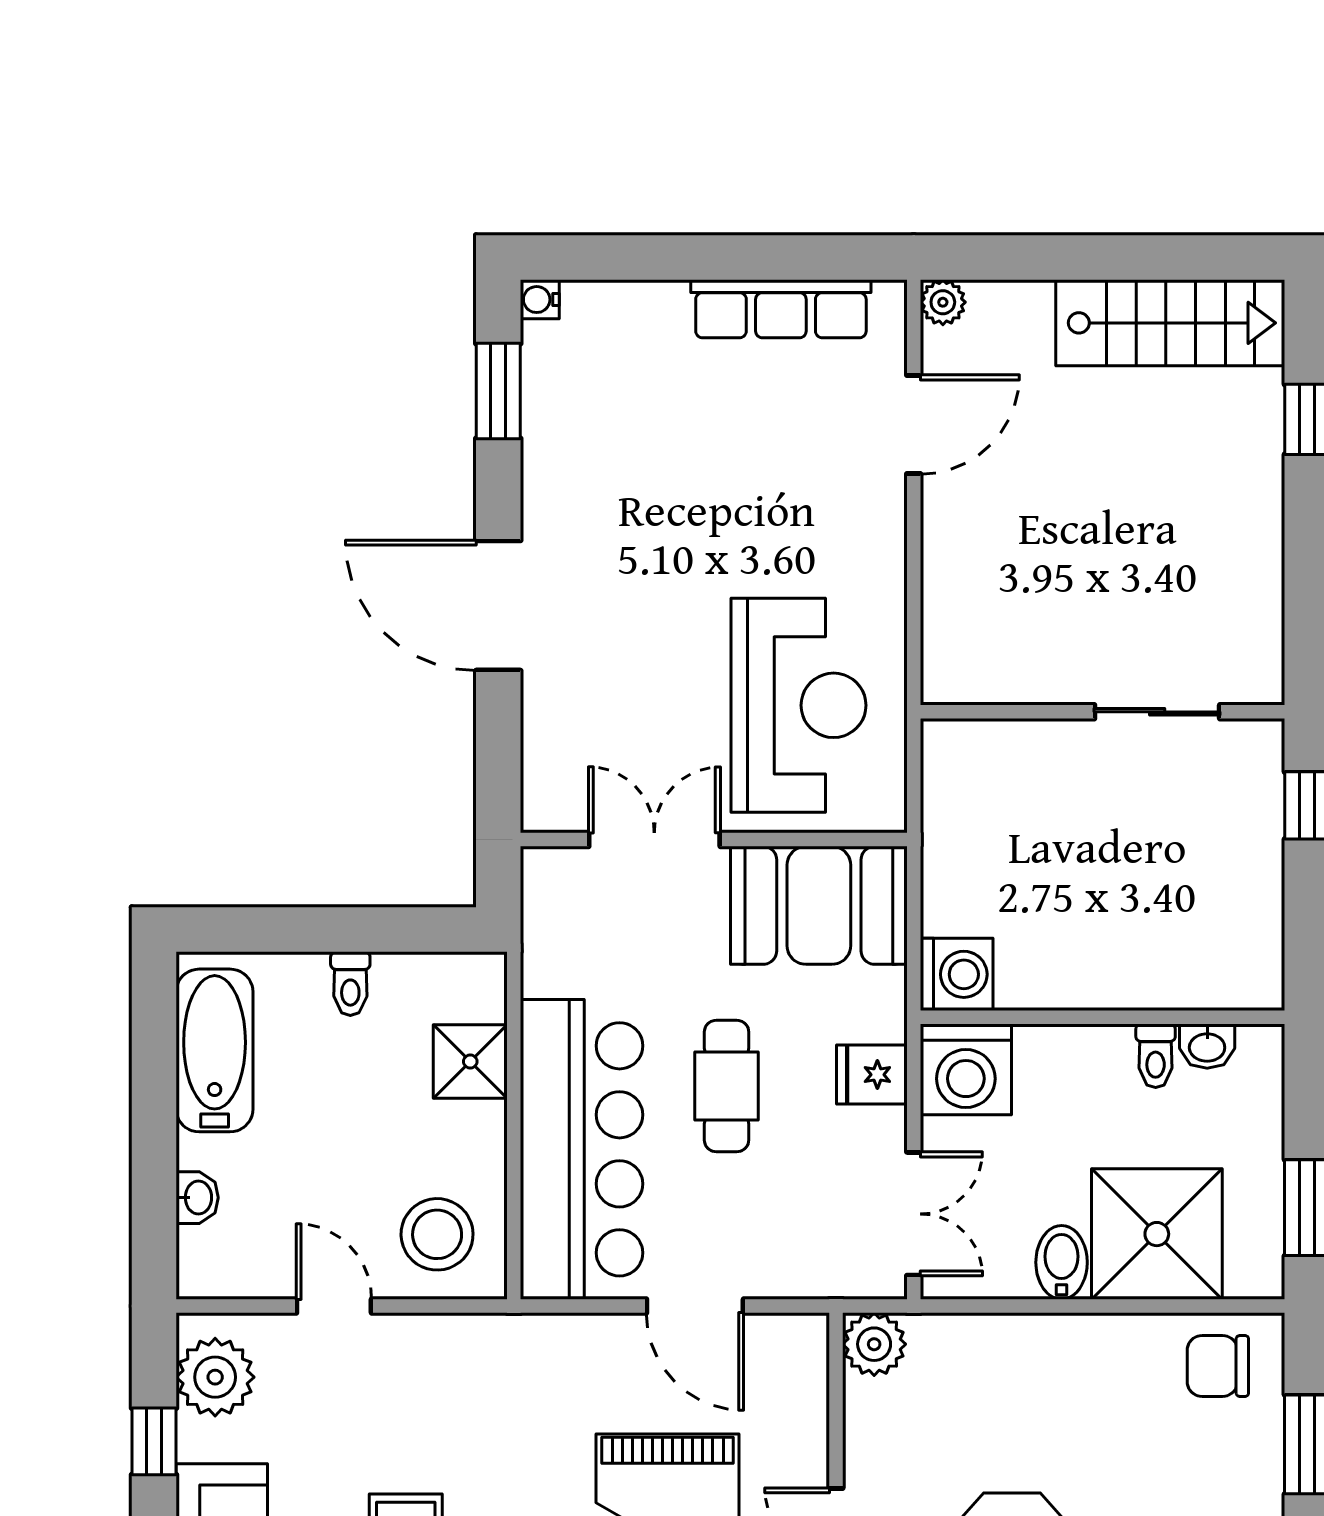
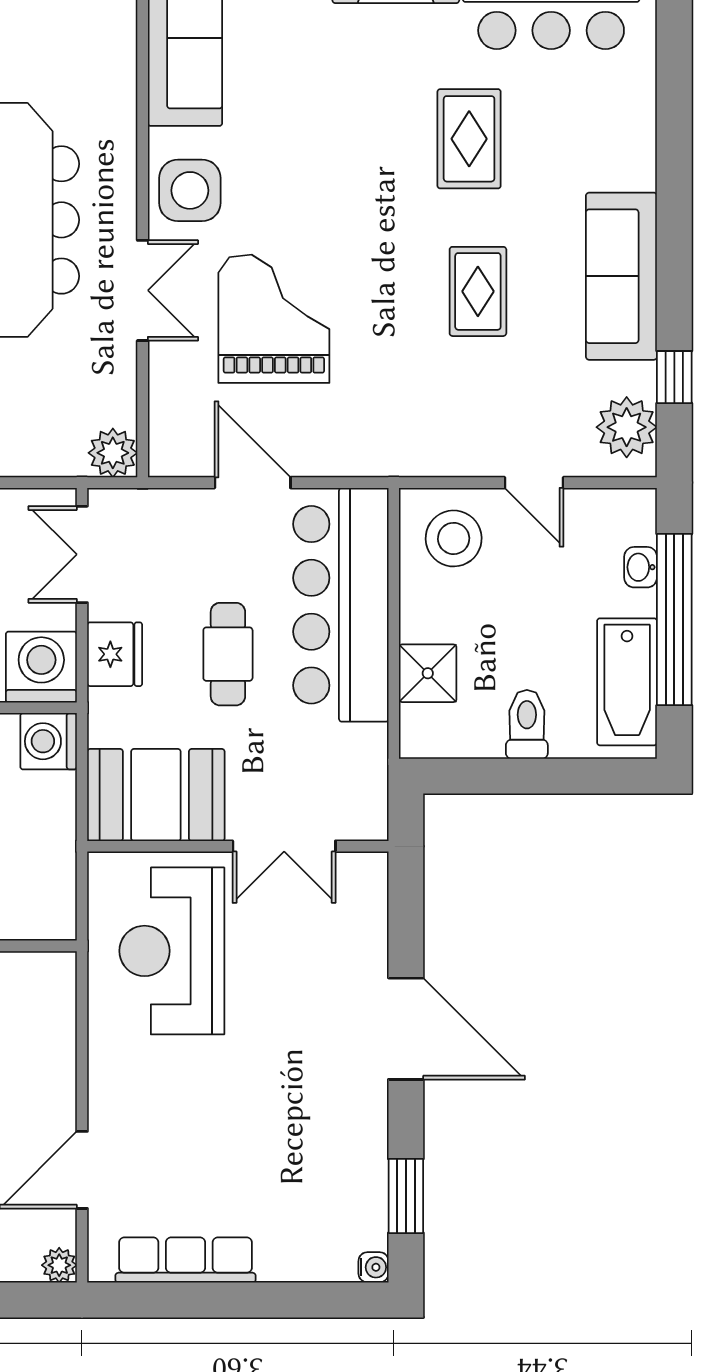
toilet: (350, 984) -> (527, 724), width x1.37, depth x1.39
fridge: (872, 1075) -> (115, 654), width x1.38
window: (154, 1130) -> (674, 620), added

